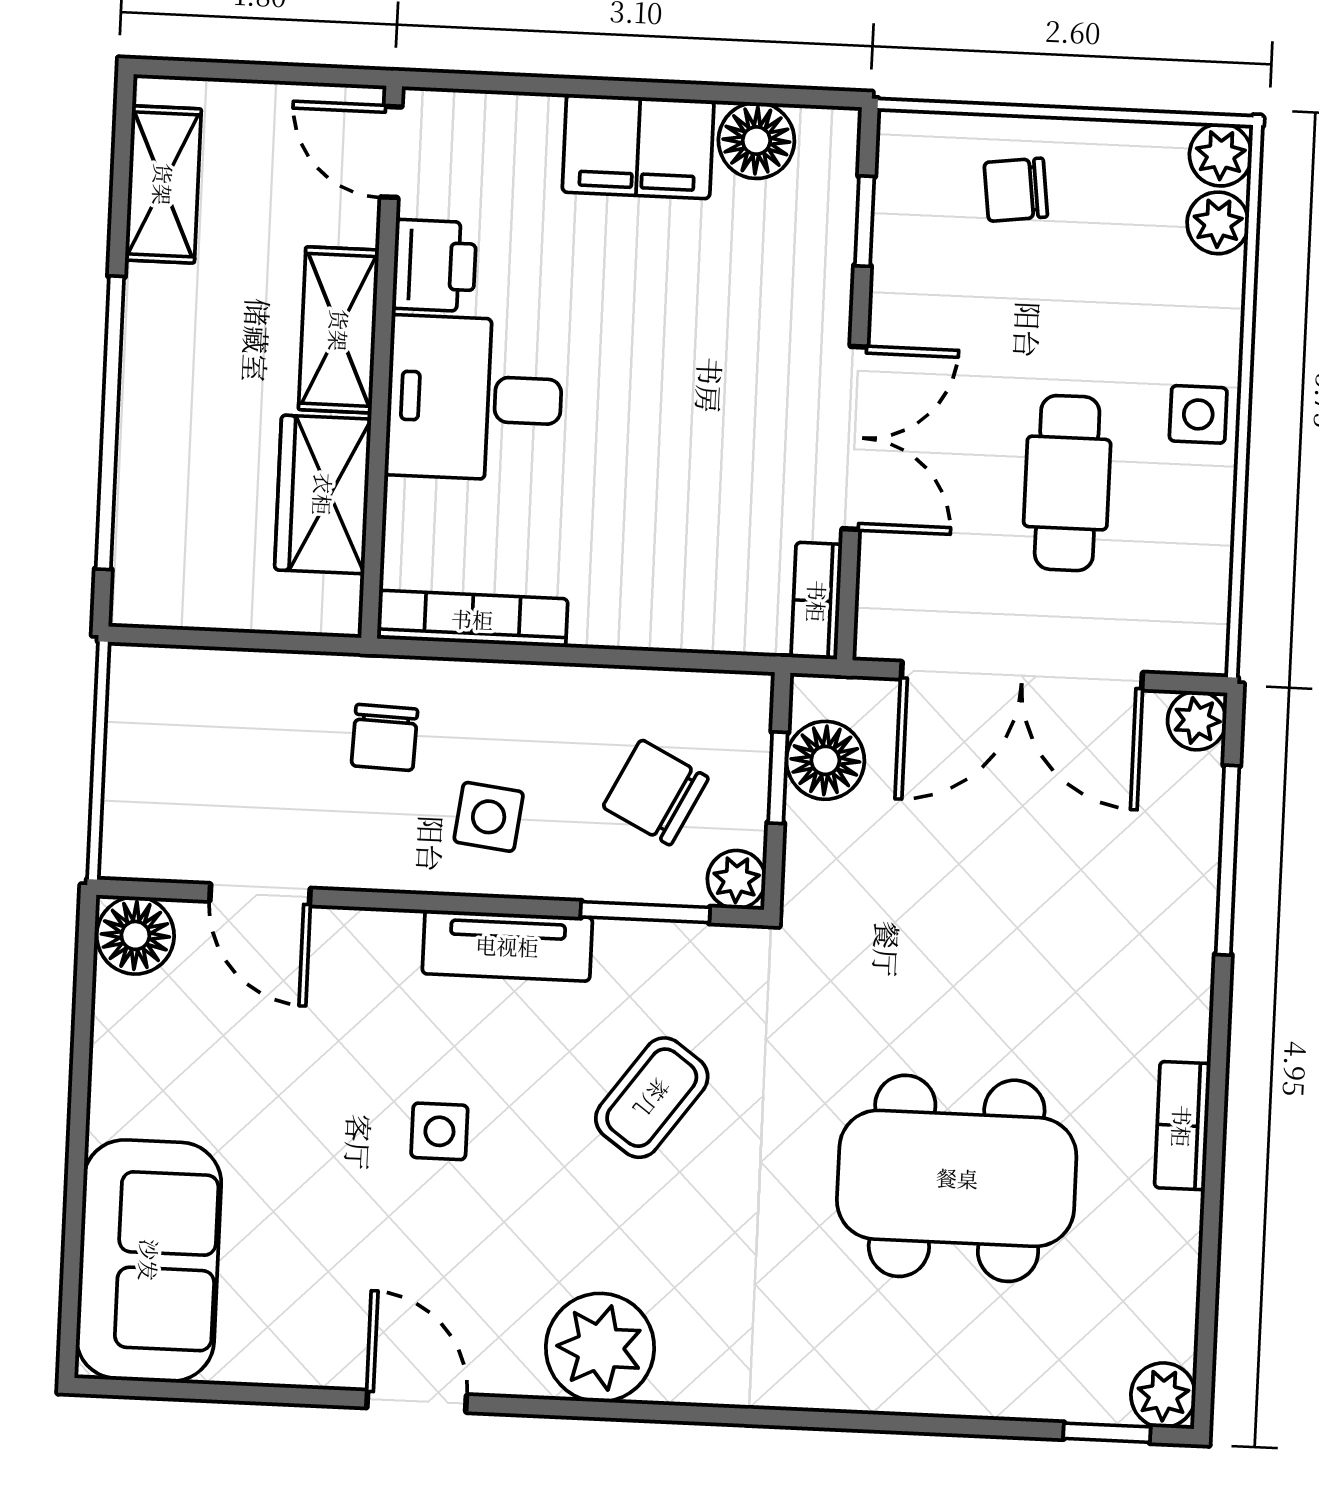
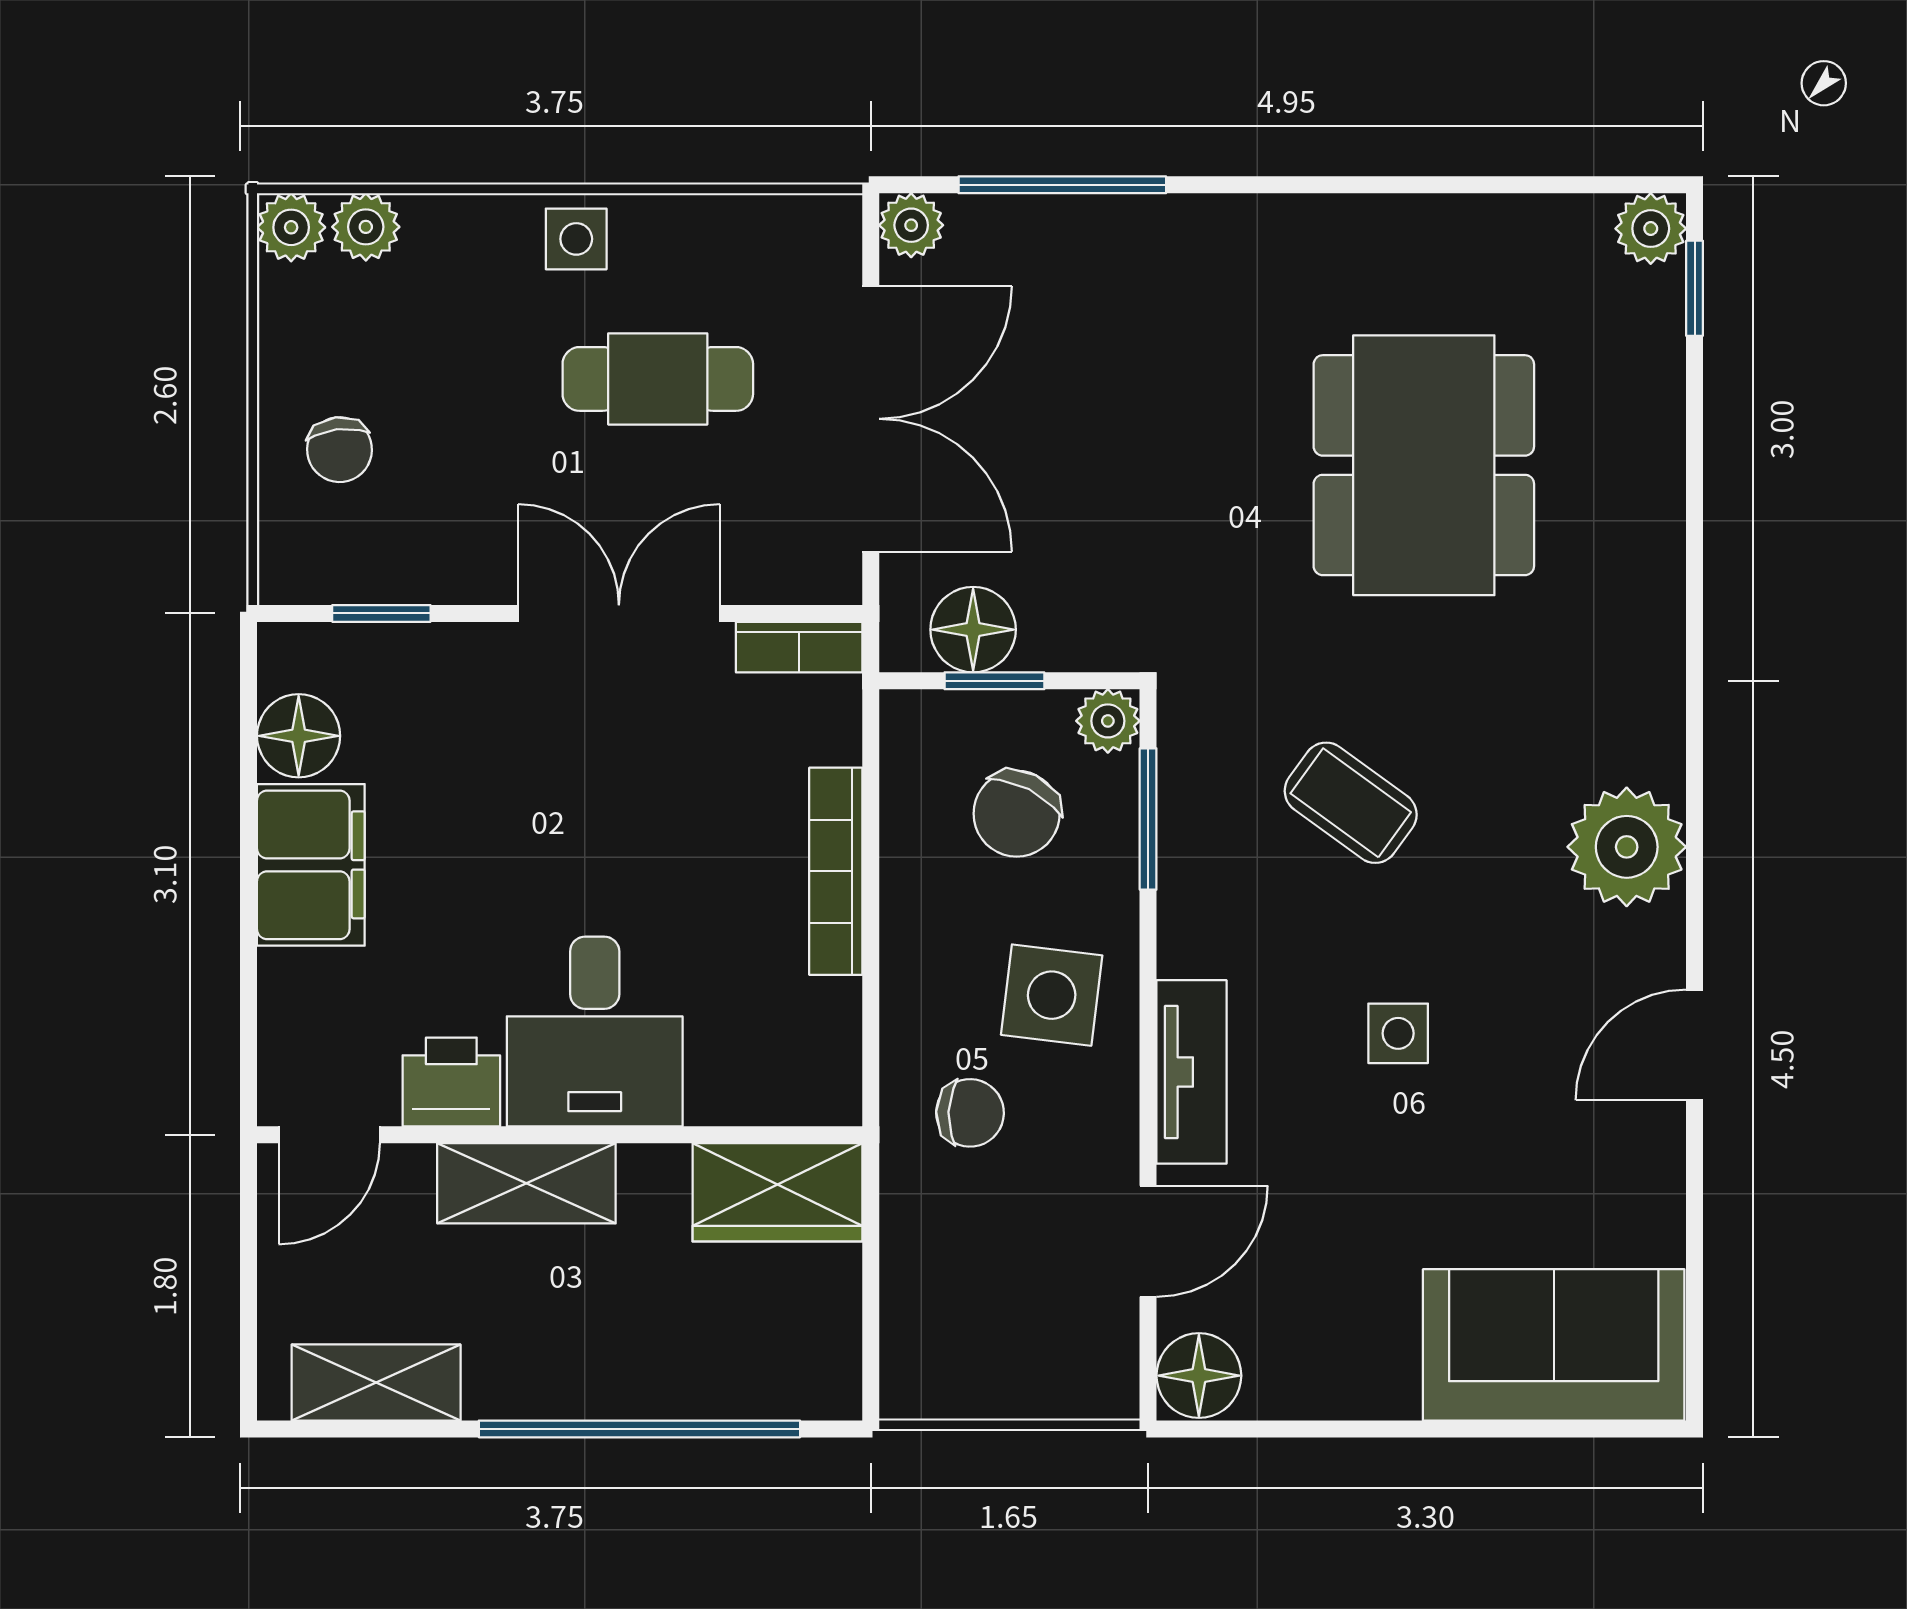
wardrobe: (323, 494) -> (777, 1192), moved
bookcase: (472, 619) -> (836, 871), moved
side table: (489, 817) -> (1052, 995), width x1.37, depth x1.37
tv unit: (507, 946) -> (1192, 1072), moved
bookcase: (1182, 1126) -> (1355, 221), removed

